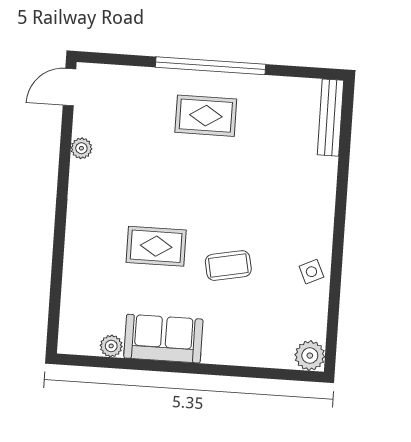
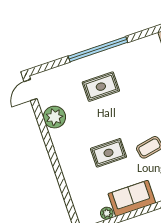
rug: (206, 116) -> (101, 87), moved
plant: (81, 148) -> (54, 117), width x1.87, depth x1.87

